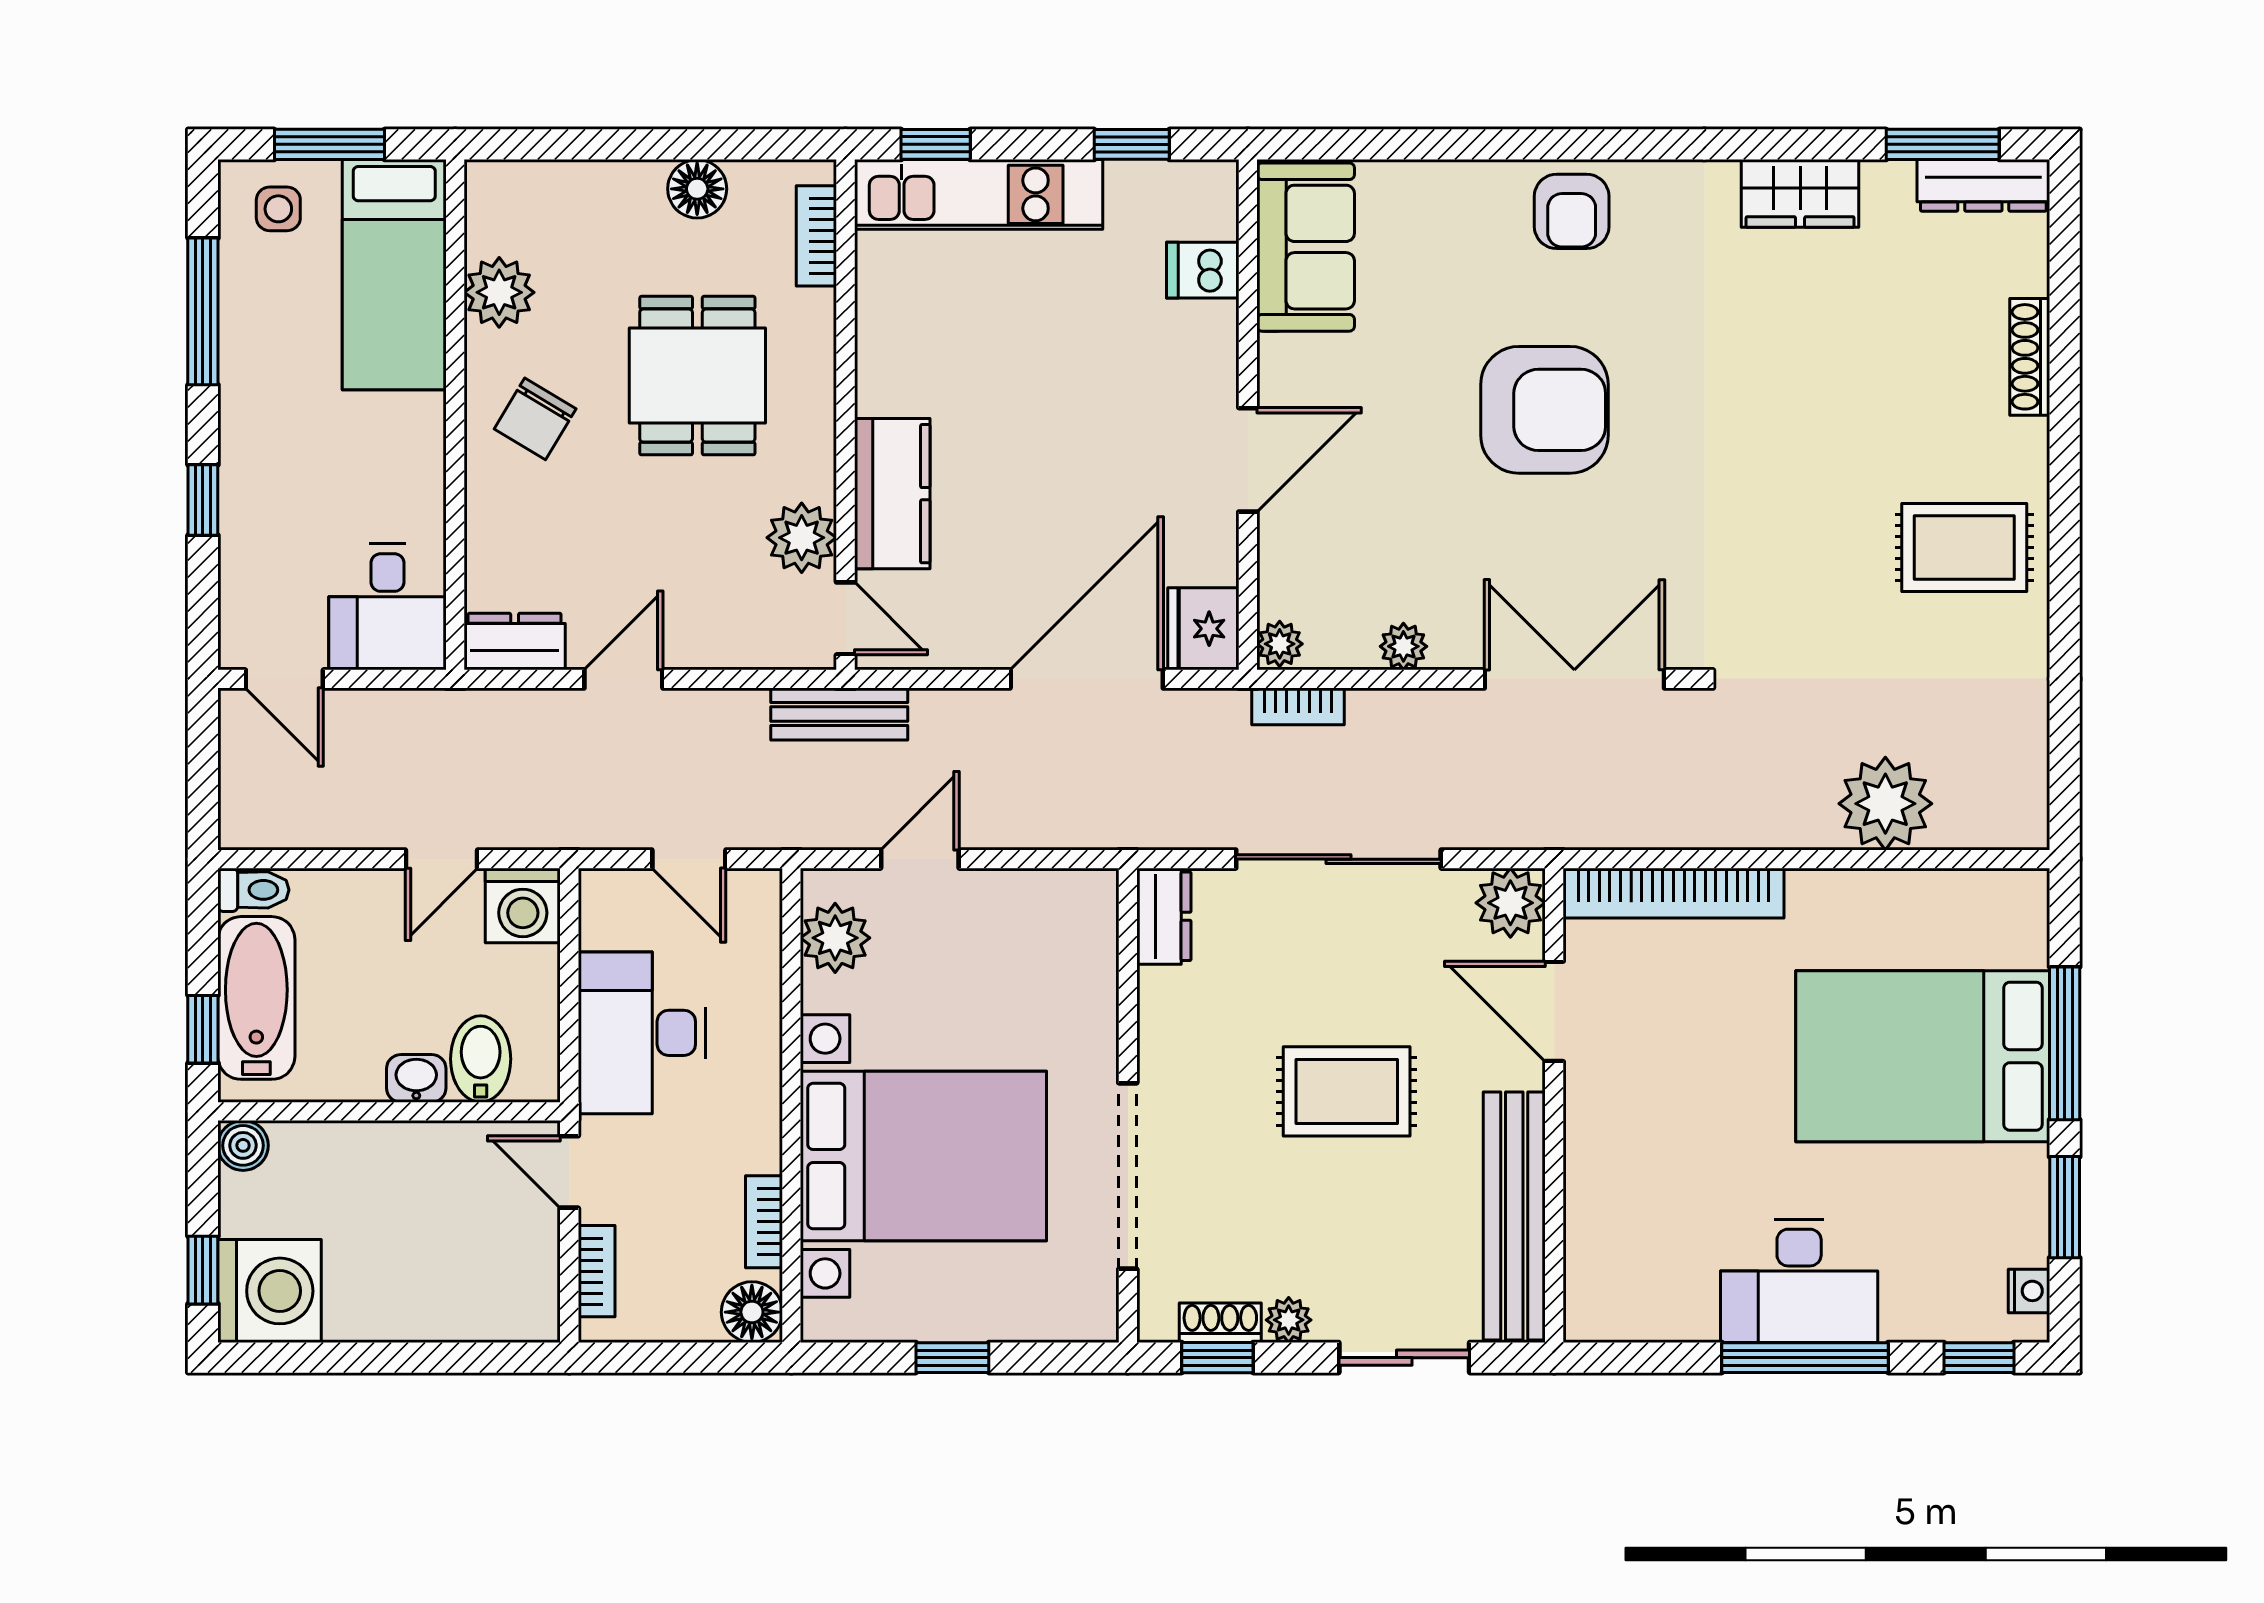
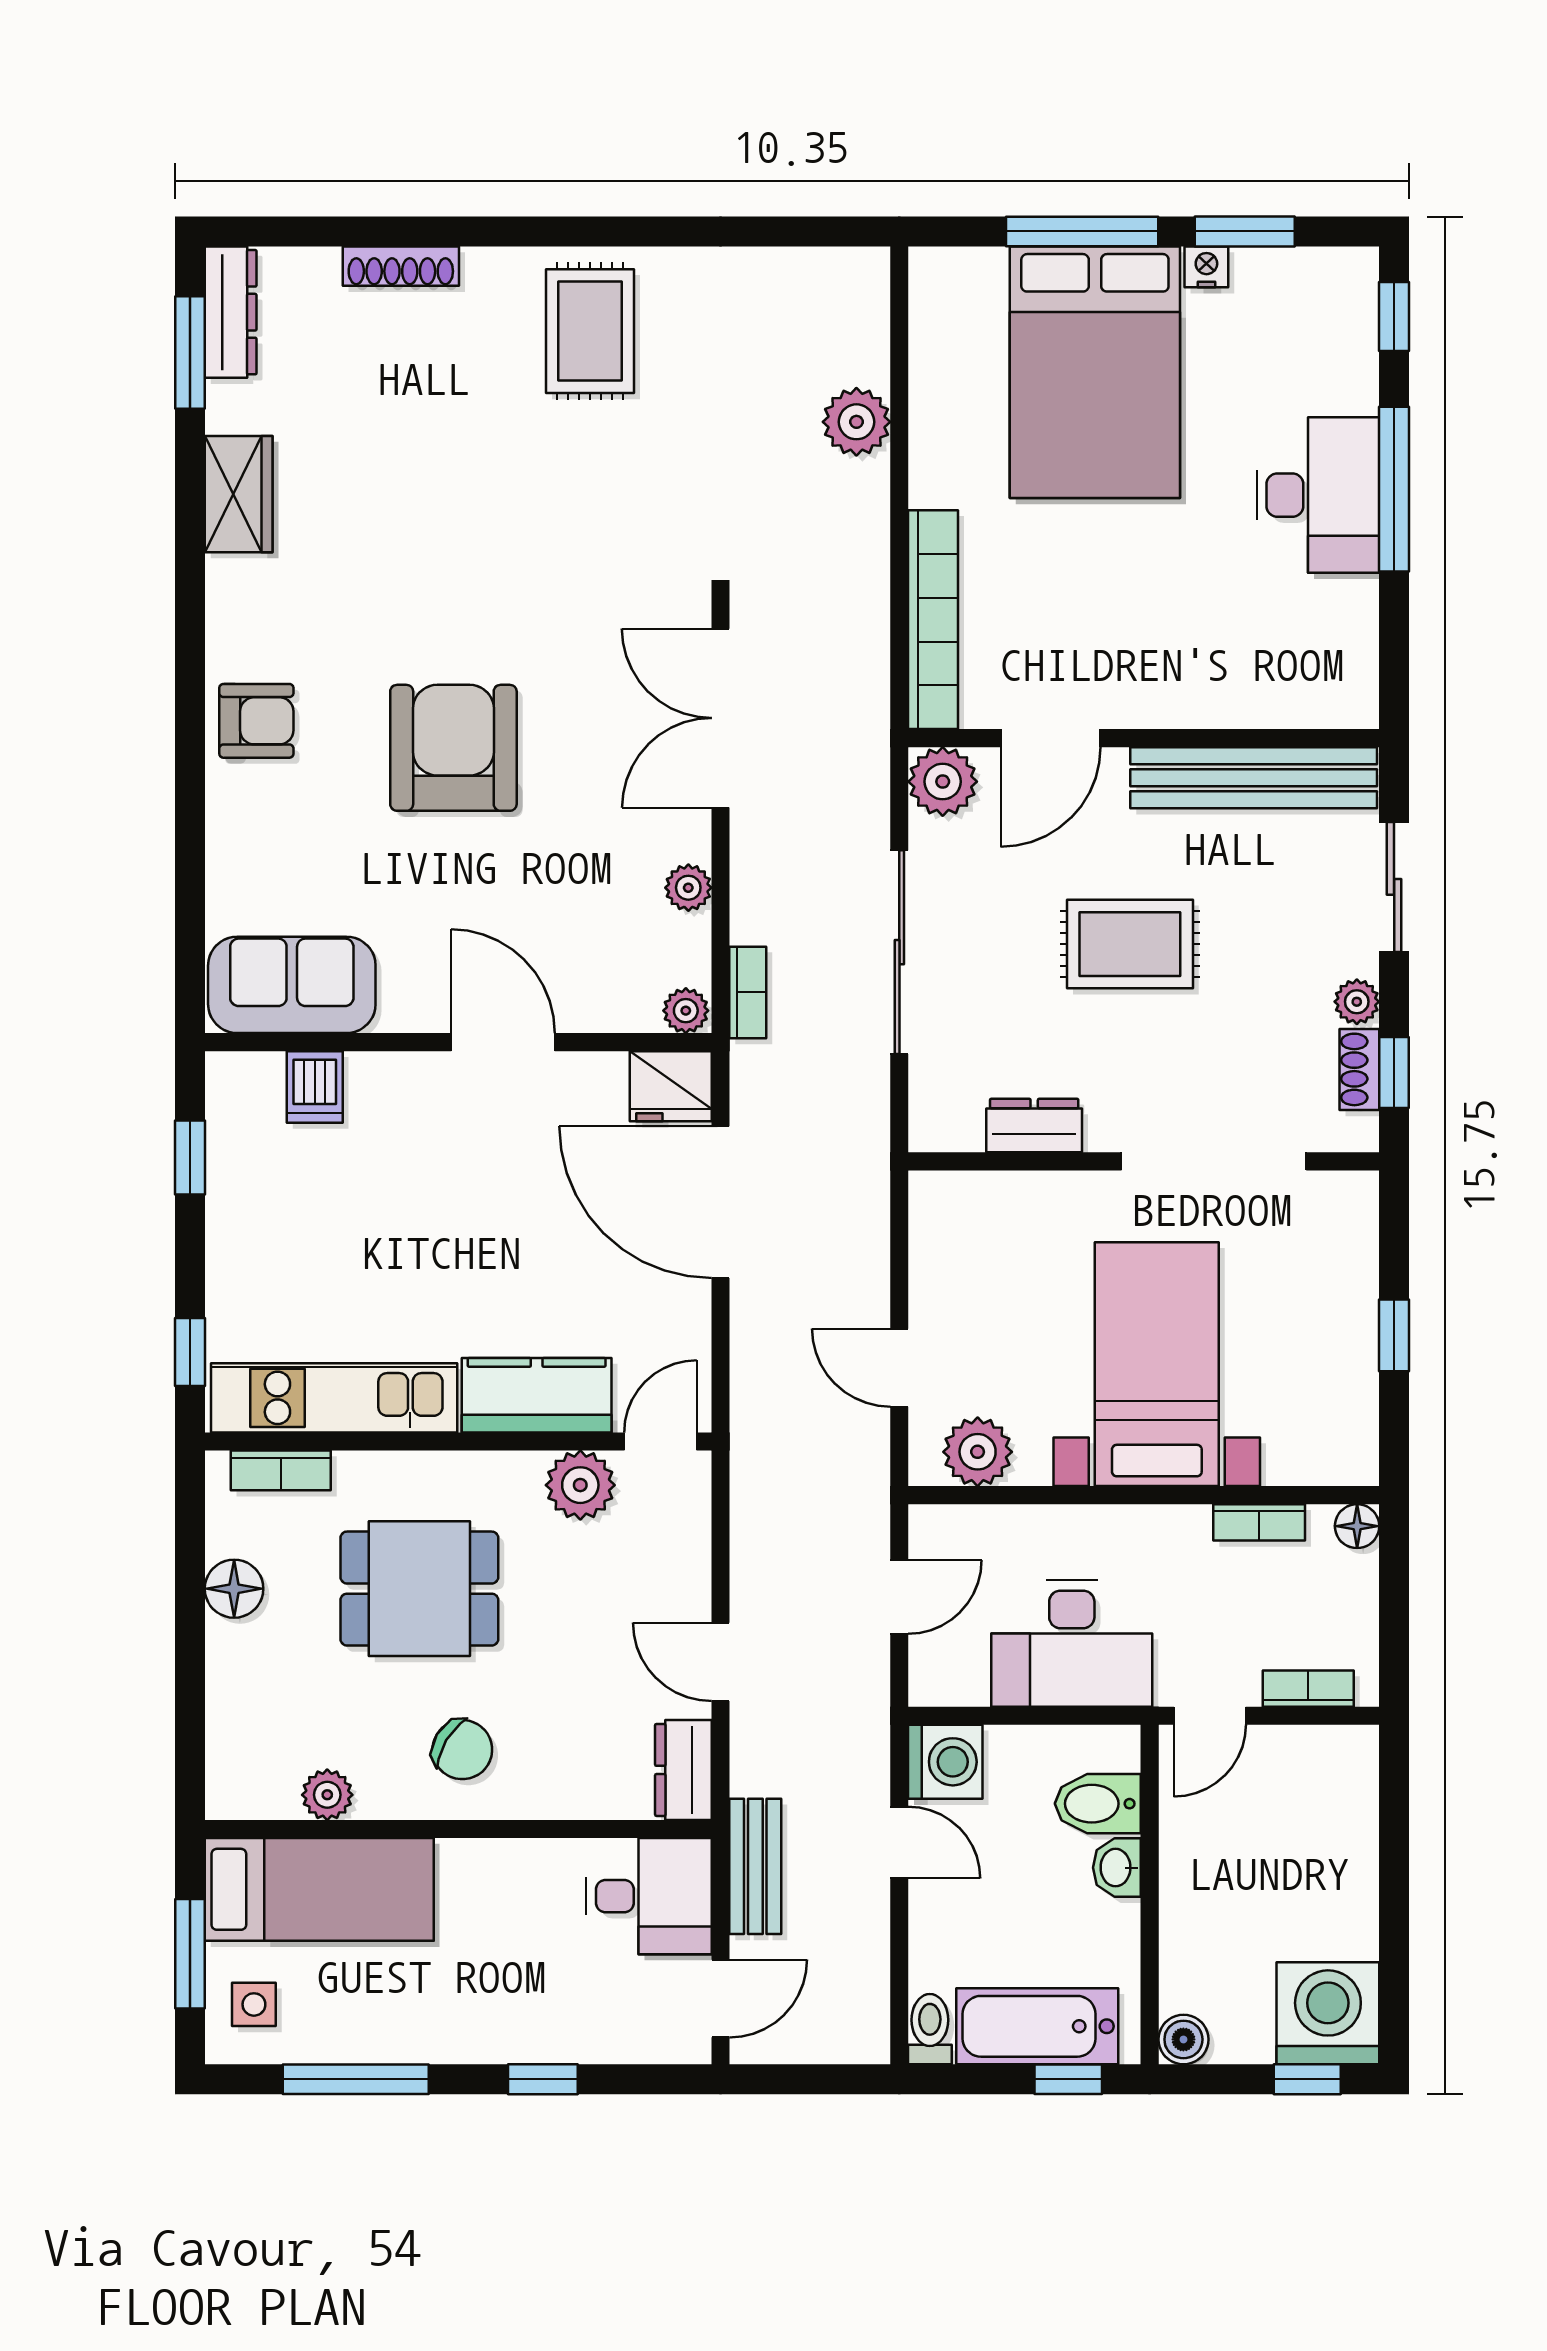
kitchen unit: (979, 194) -> (334, 1398), moved, turned -90
plant: (499, 292) -> (327, 1795), width x0.73, depth x0.73
bench: (839, 714) -> (755, 1866), moved
plant: (1885, 804) -> (856, 422), width x0.73, depth x0.73
dresser: (1164, 916) -> (1034, 1126), moved
rug: (1347, 1091) -> (1130, 944), turned 90
bed with nightstands: (923, 1156) -> (1157, 1364), width x0.73
nightstand: (2029, 1291) -> (1206, 267), moved
floor lamp: (752, 1312) -> (1357, 1526), width x0.73, depth x0.73

